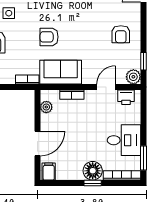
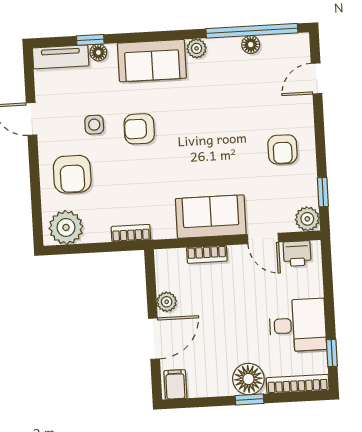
armchair: (49, 37) -> (139, 129), moved
sofa: (61, 72) -> (211, 217), moved
door: (106, 87) -> (263, 238), swing flipped
plant: (46, 107) -> (167, 302), moved
window: (144, 158) -> (332, 353), width x0.67

